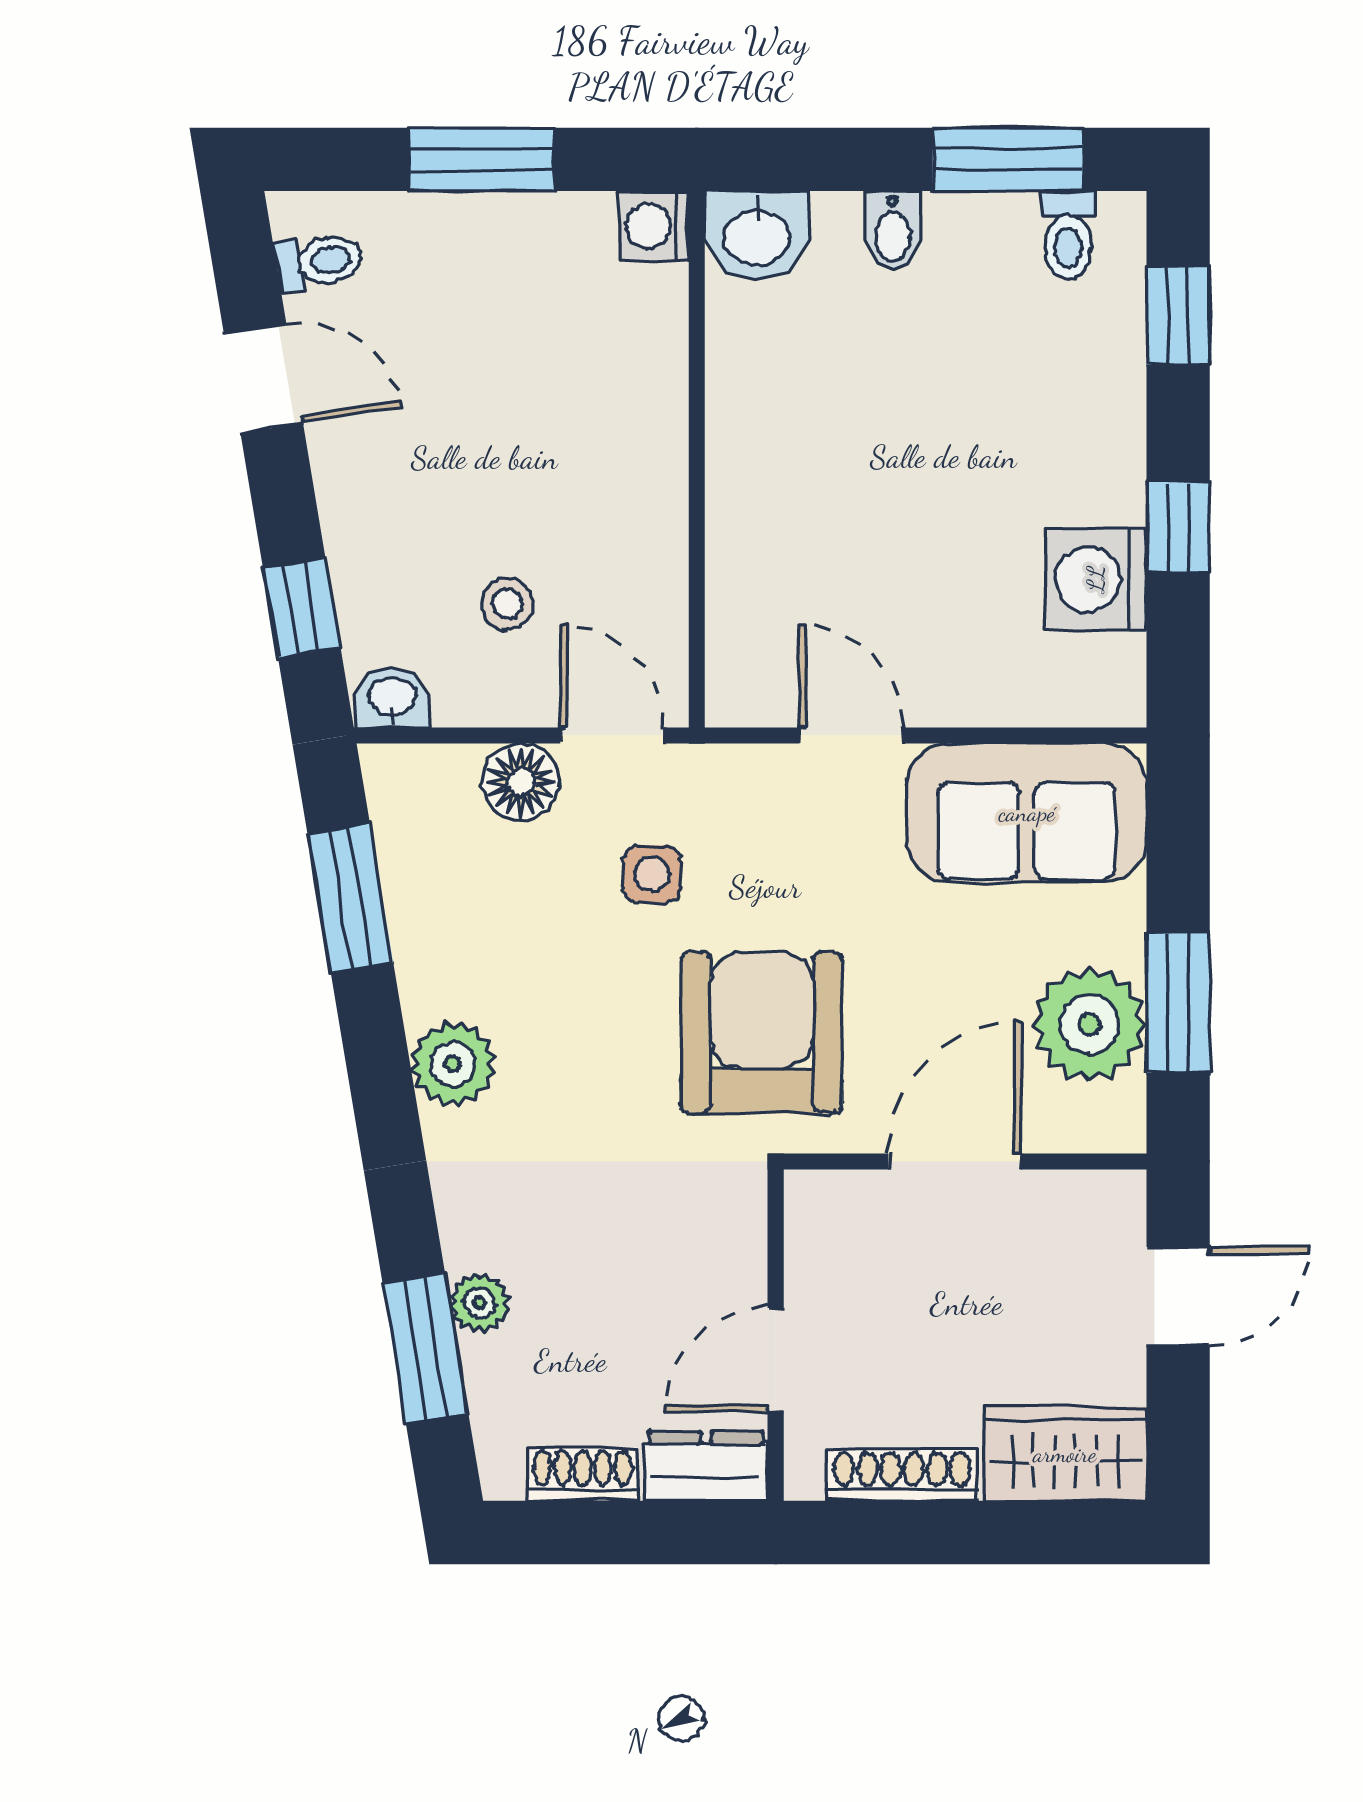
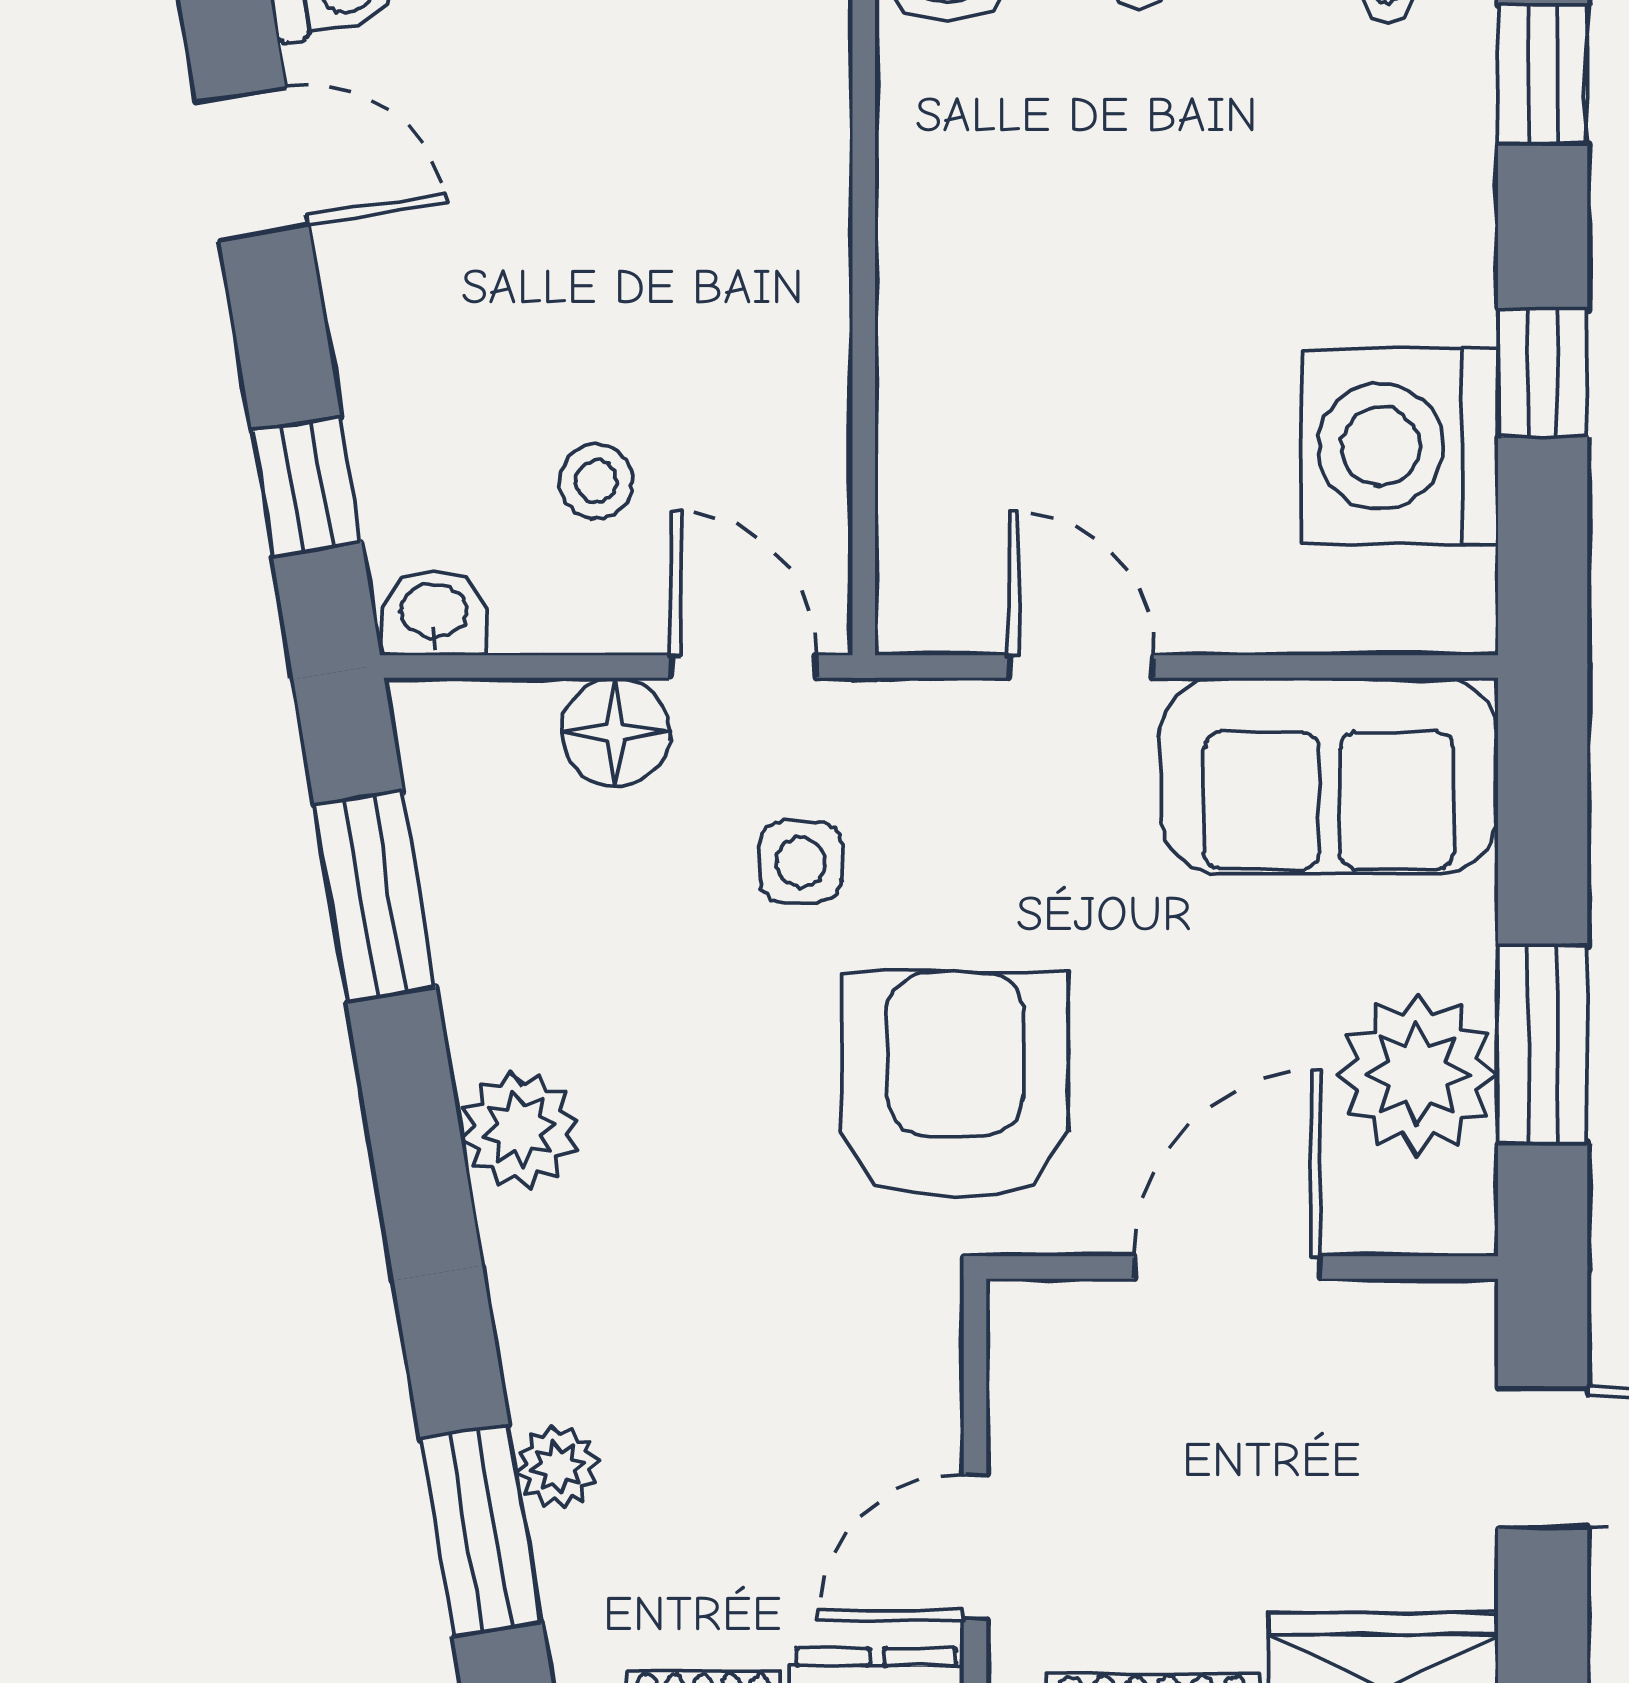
washing machine: (1096, 579) -> (1400, 446), width x1.37, depth x1.37

